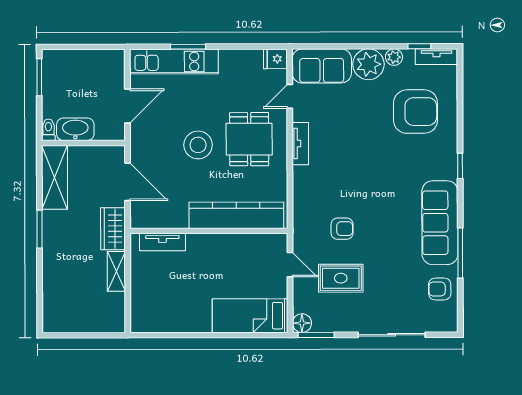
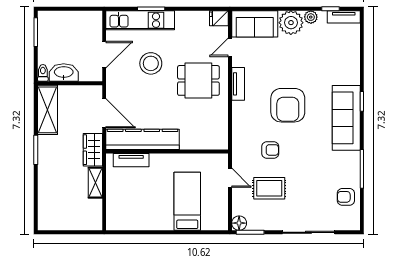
armchair: (416, 112) -> (288, 105), moved, turned 90
dining table: (249, 139) -> (198, 80), turned 90
stool: (198, 145) -> (151, 63), moved
kitchen counter: (236, 215) -> (143, 139), moved
sofa: (440, 223) -> (346, 118), moved
bed: (250, 316) -> (187, 201), moved, turned 90

